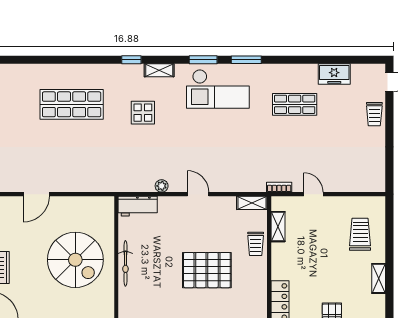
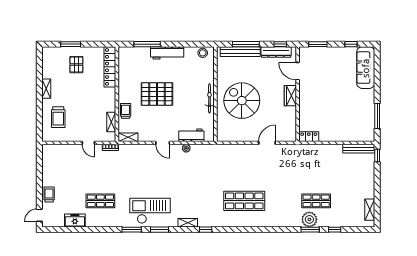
display table: (143, 113) -> (198, 196), removed
workbench: (138, 206) -> (191, 135), moved

